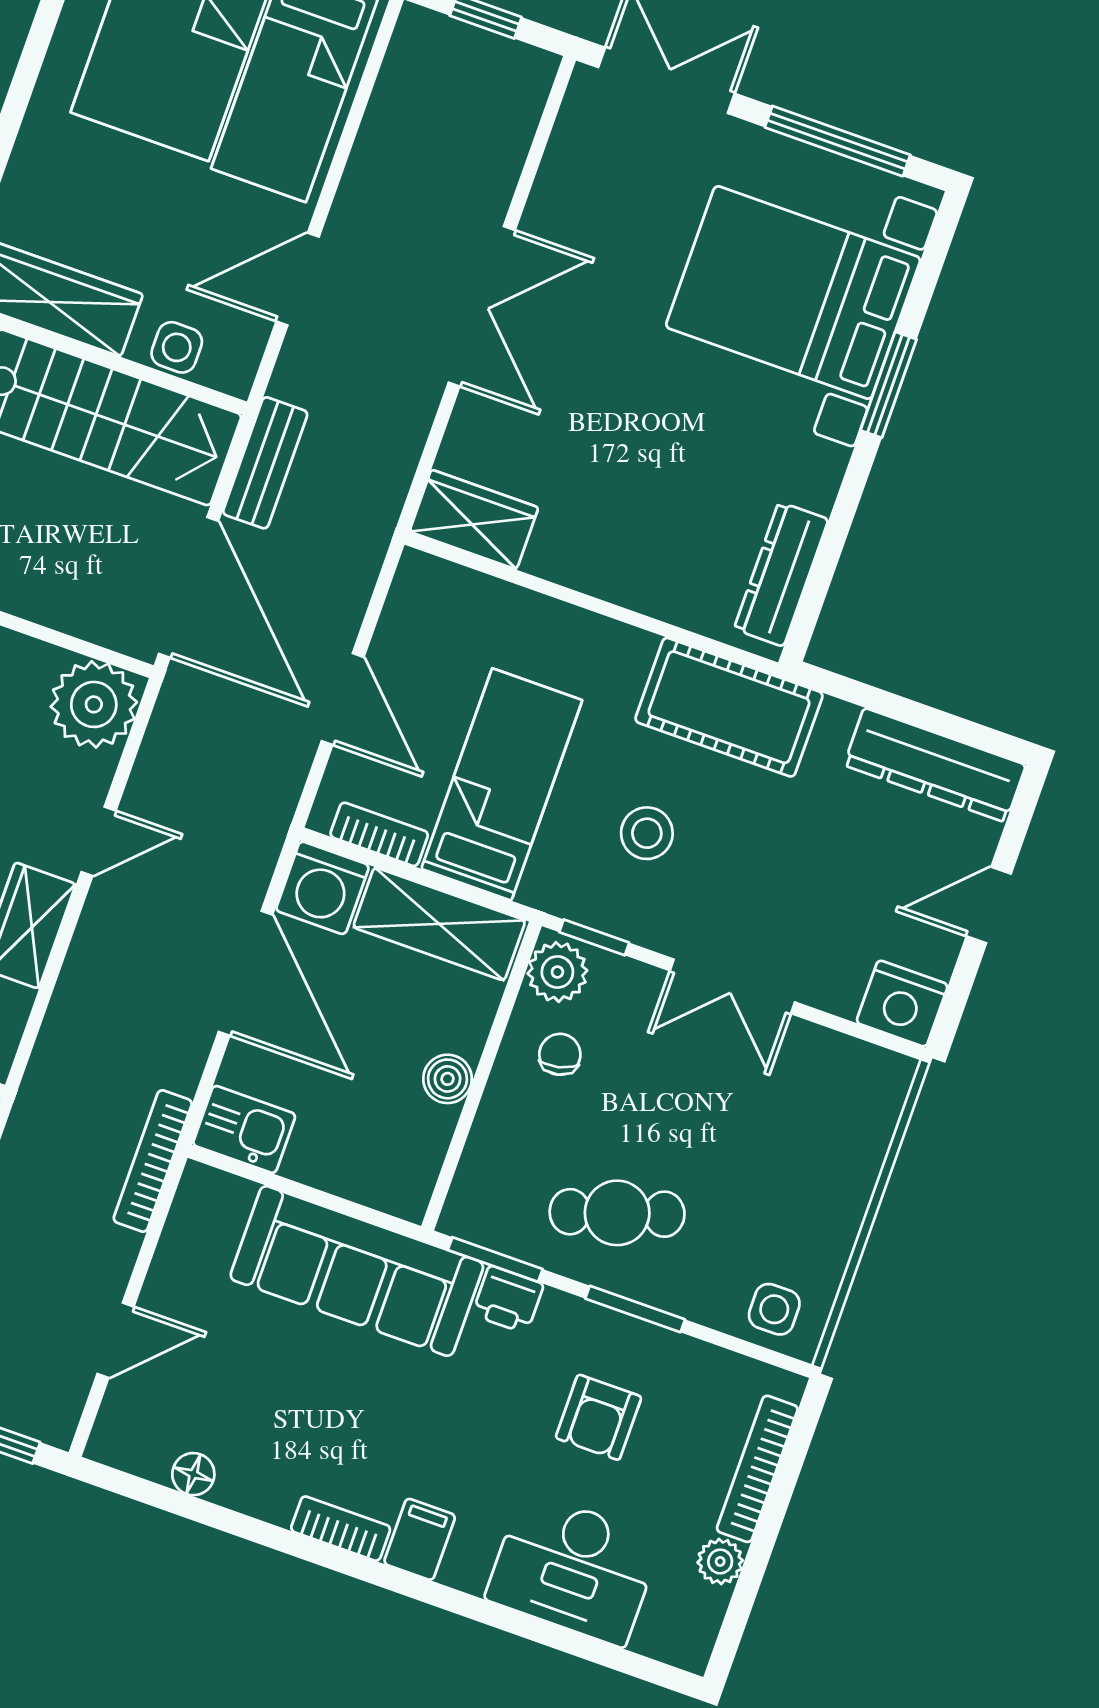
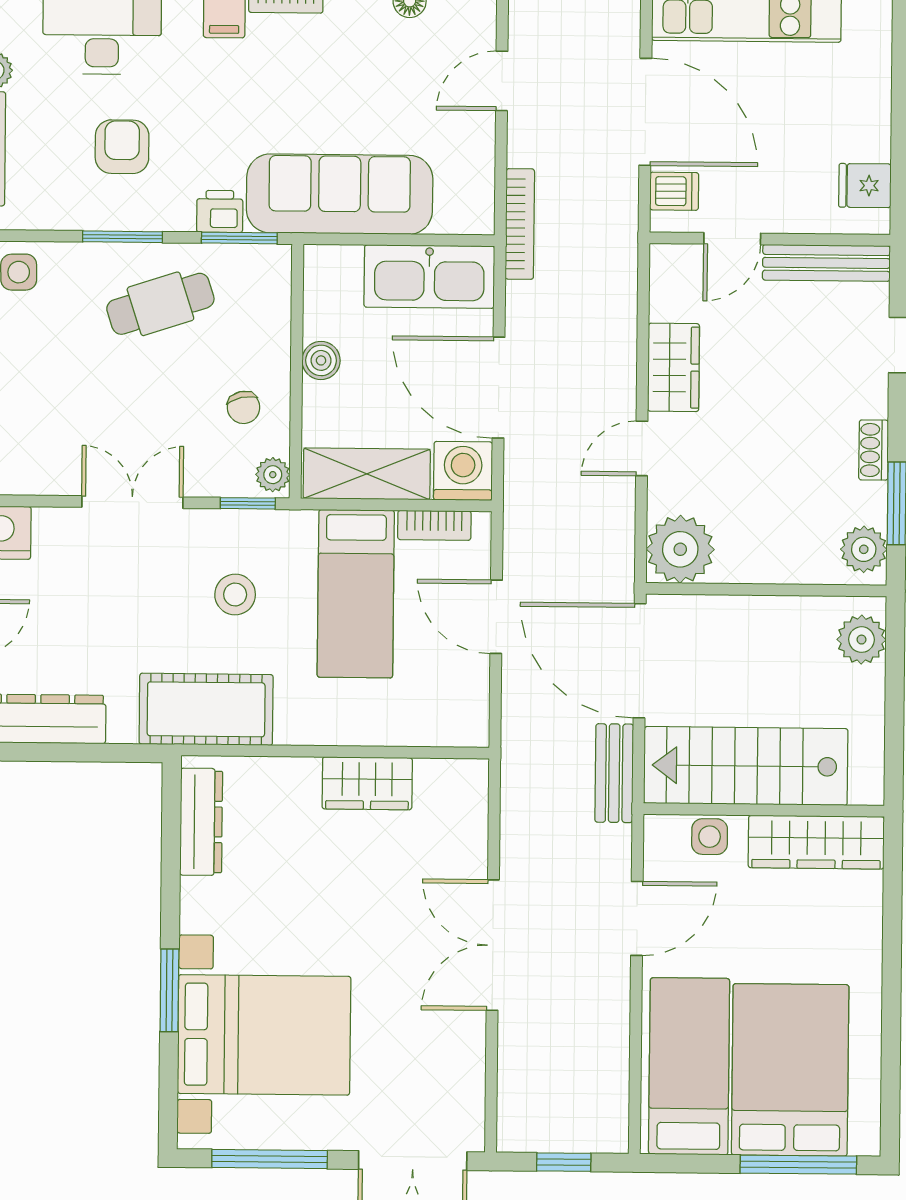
wardrobe: (474, 520) -> (367, 783), moved
plant: (557, 972) -> (273, 475), width x0.73, depth x0.73
kitchen sink: (244, 1129) -> (429, 277), width x1.88, depth x1.24

